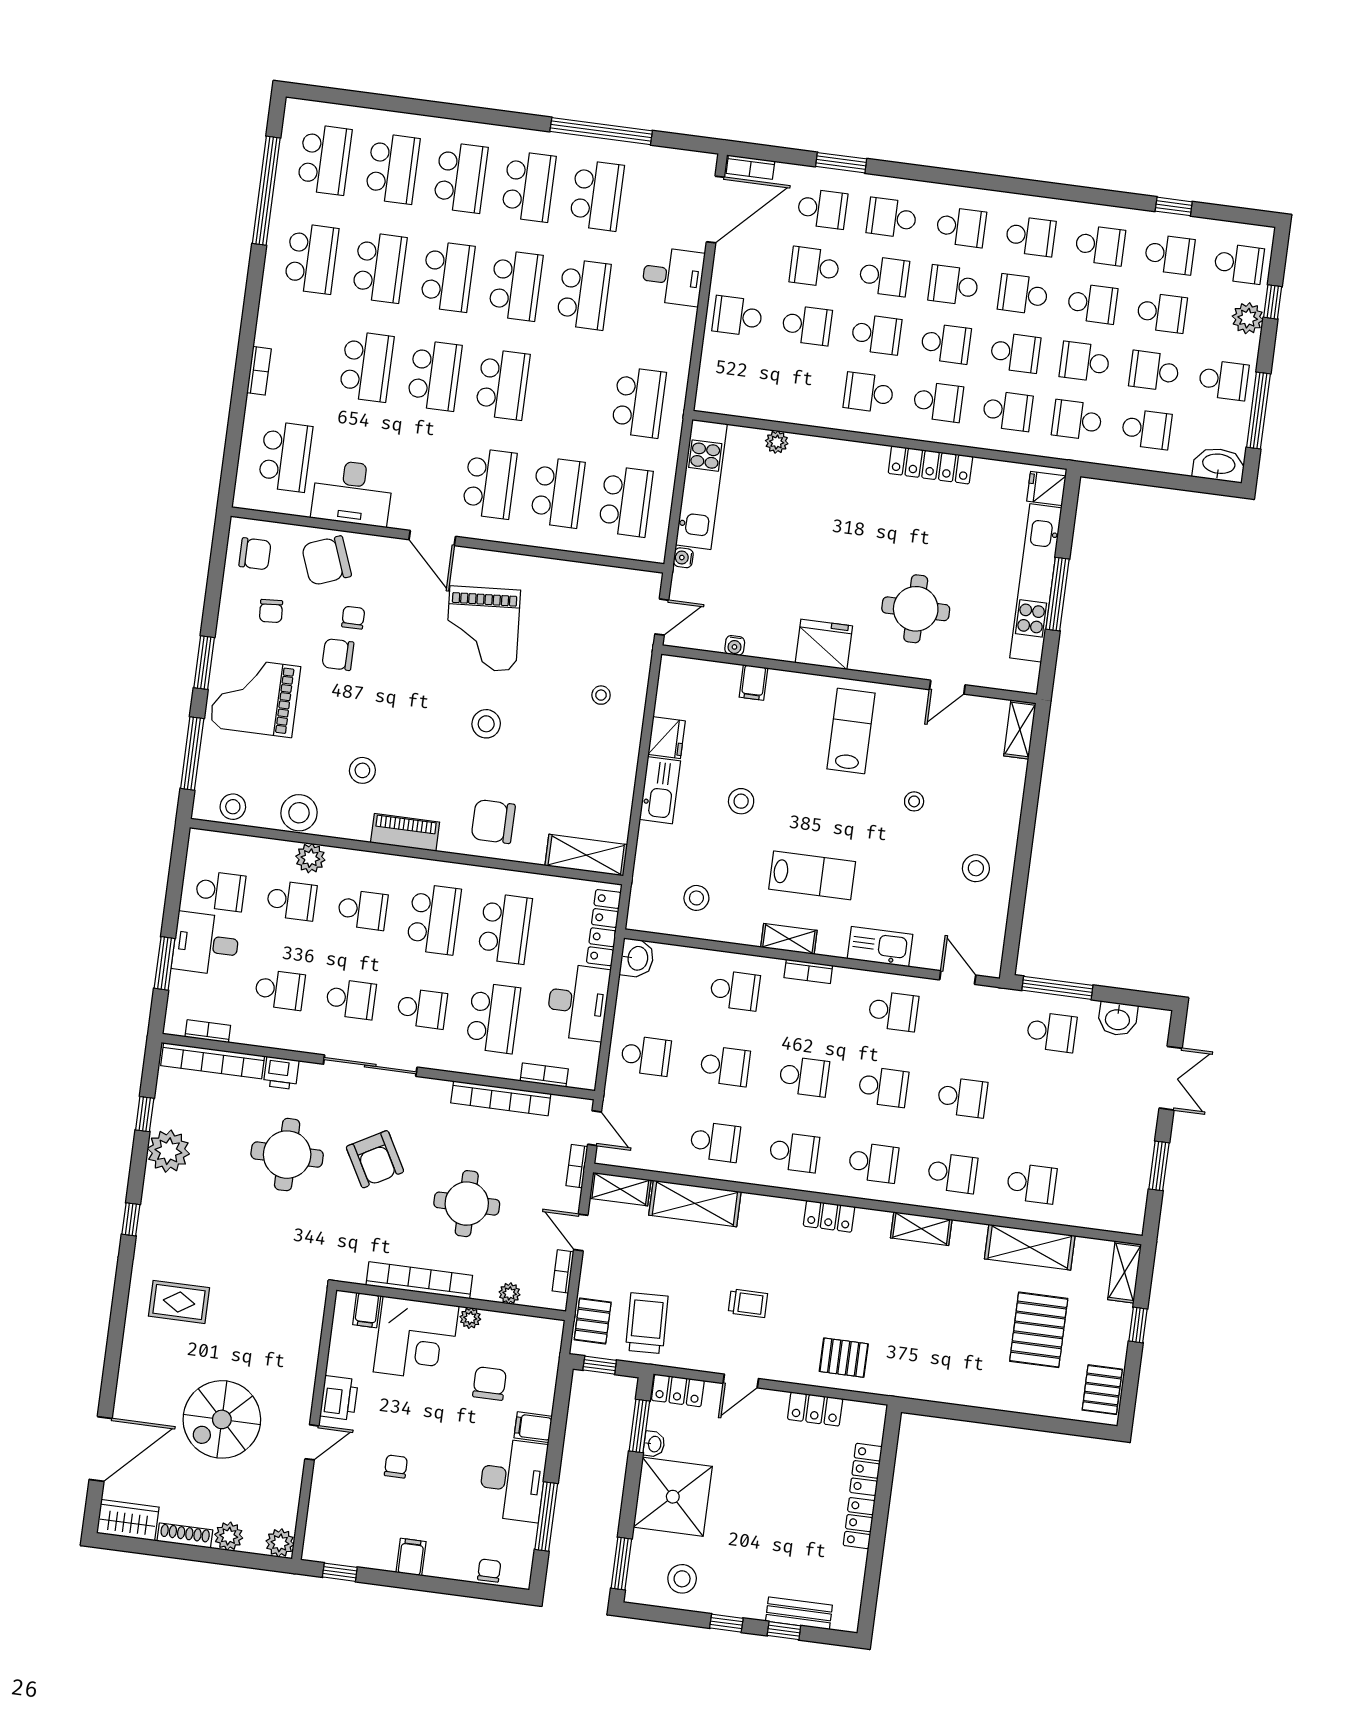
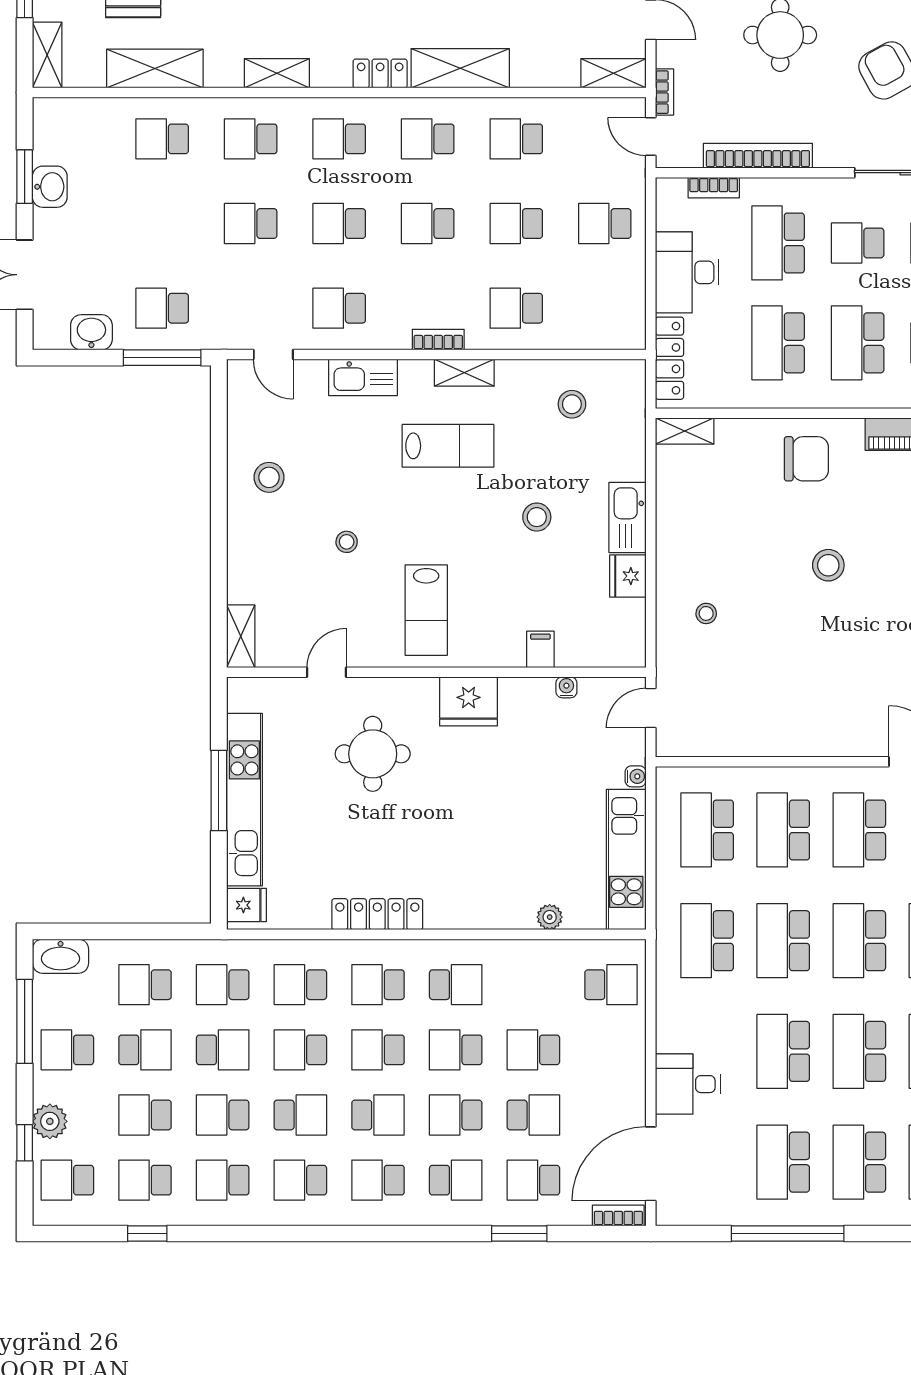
school desk: (737, 316) -> (611, 985), moved
school desk: (571, 393) -> (783, 941), added
school desk: (1077, 420) -> (223, 985), turned 180
grand piano: (483, 629) -> (846, 669), removed
shelving: (586, 855) -> (685, 431), width x0.67, depth x0.75
lab bench: (812, 875) -> (448, 446), turned 180
washbasin: (637, 958) -> (50, 187), moved, turned 180
shelving: (695, 1203) -> (460, 68), moved

